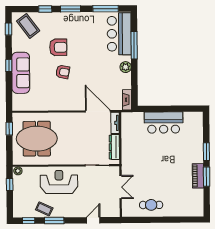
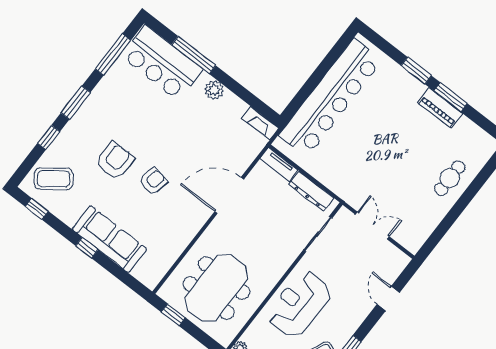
door: (98, 111) -> (229, 195), moved
bar counter: (164, 123) -> (331, 98), width x1.86
cafe table: (151, 205) -> (450, 178), moved

